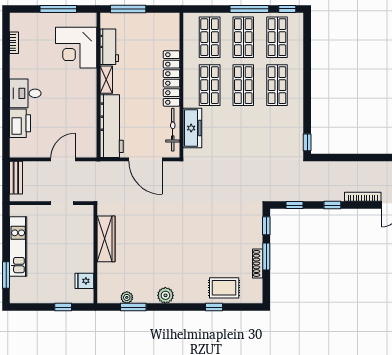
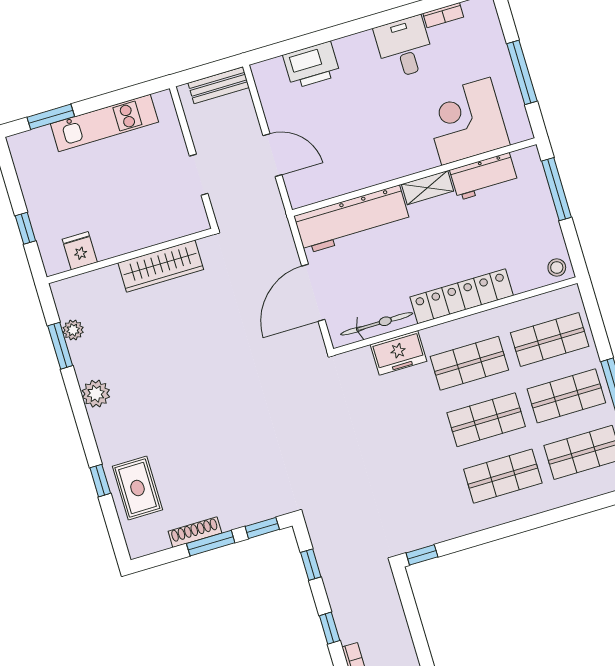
stool: (171, 22) -> (557, 267), added
desk: (25, 93) -> (404, 47), moved
freezer: (192, 128) -> (399, 353), width x0.71

